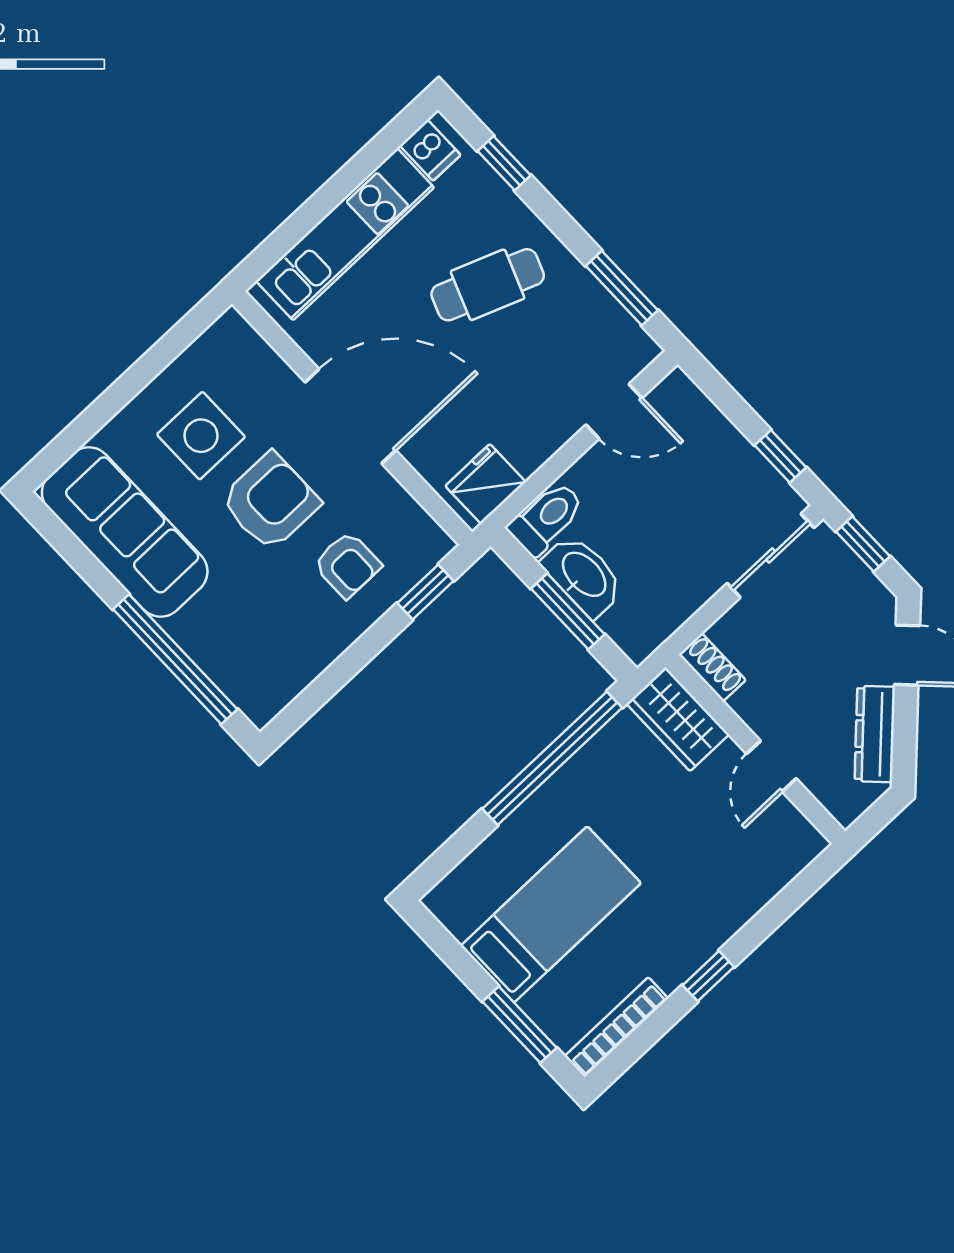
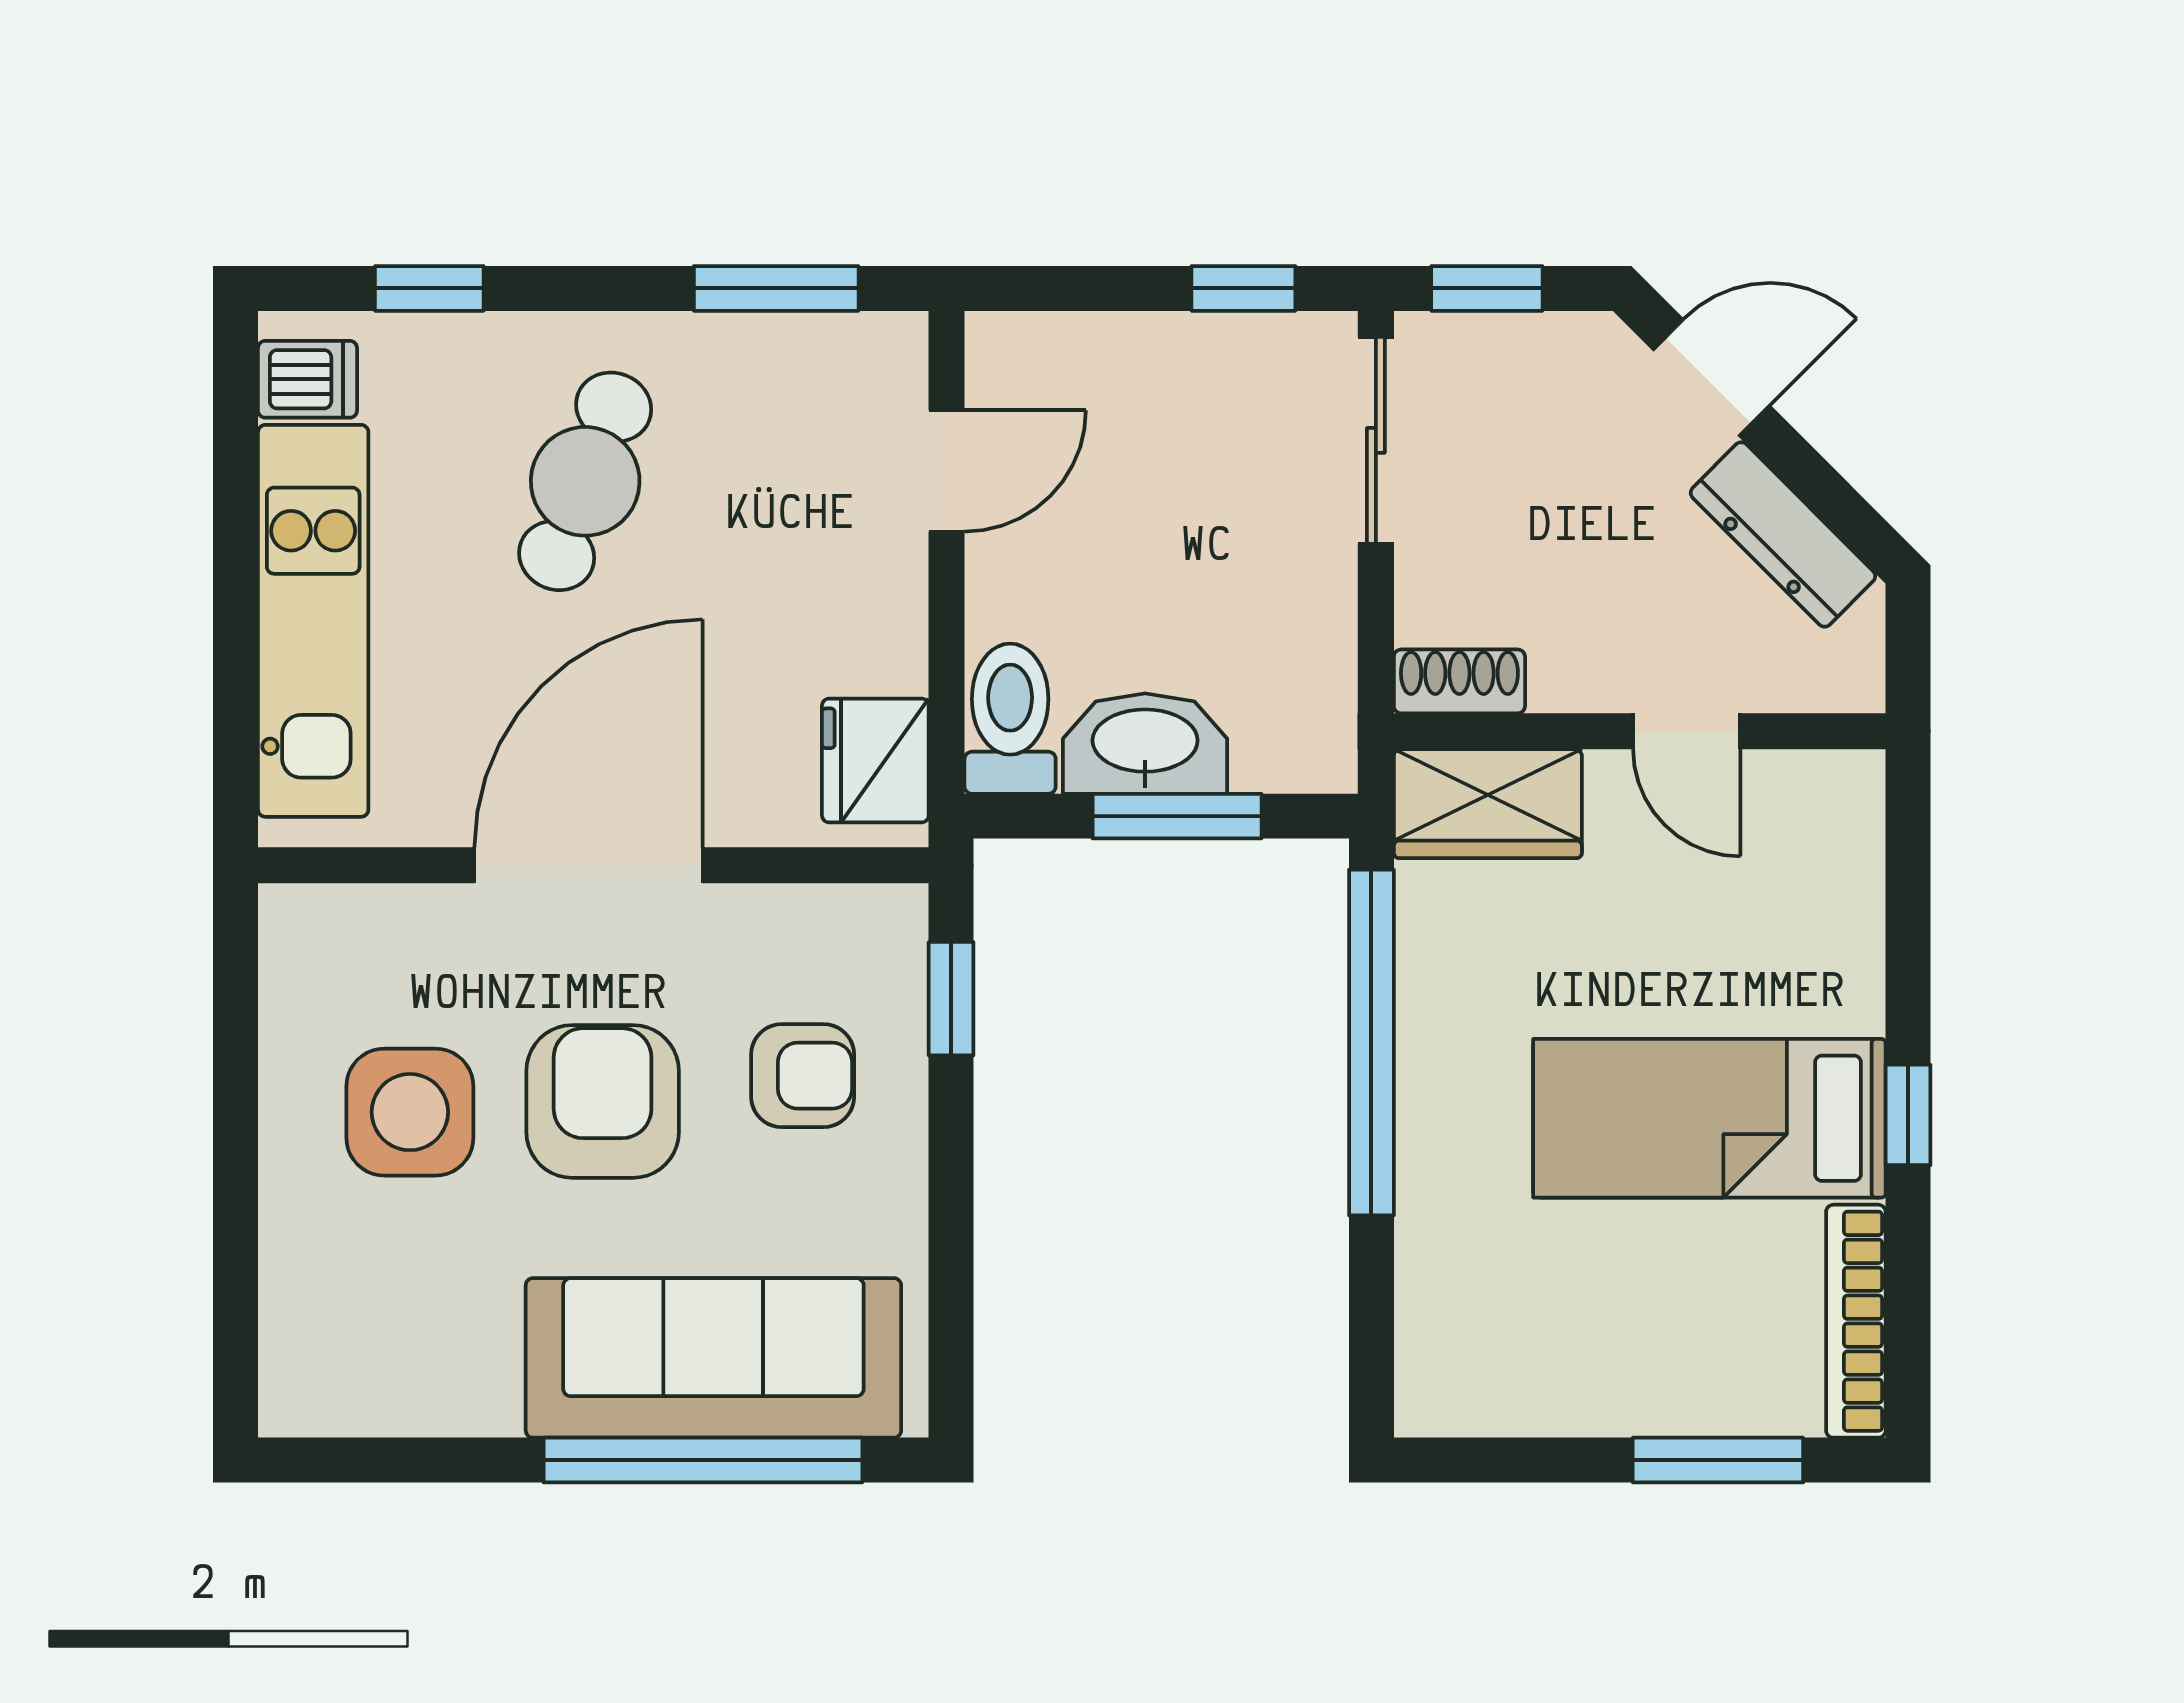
sofa: (125, 532) -> (713, 1358), moved
bed: (551, 914) -> (1709, 1118), moved, turned -90

